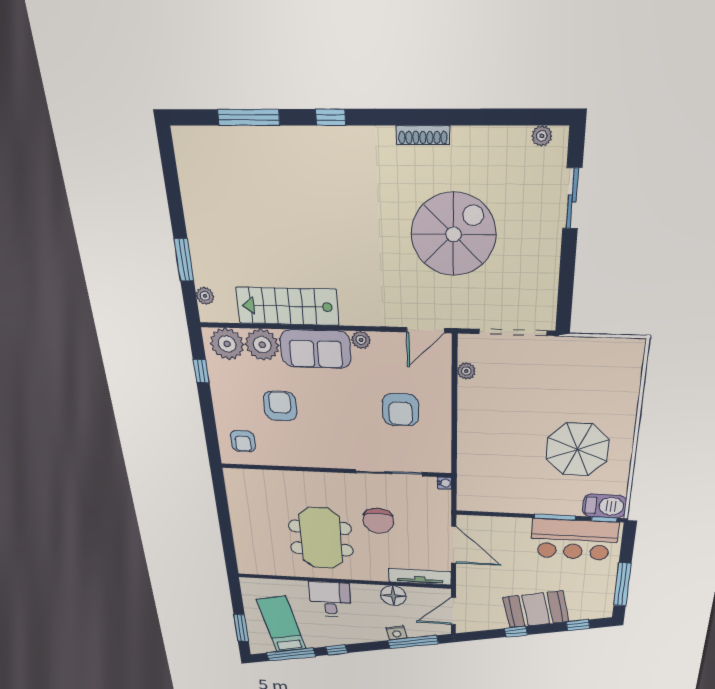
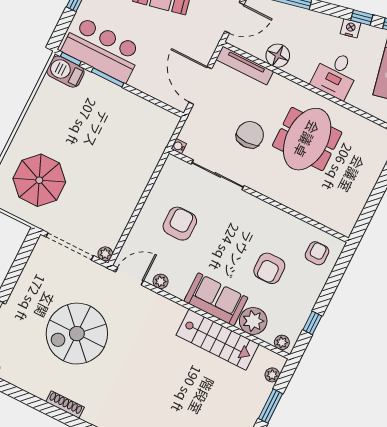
plant: (361, 340) -> (161, 281), moved
plant: (227, 344) -> (282, 342), width x0.53, depth x0.53
plant: (466, 371) -> (105, 254), moved
parasol: (577, 449) -> (39, 180), moved
nightstand: (397, 633) -> (350, 28), moved

